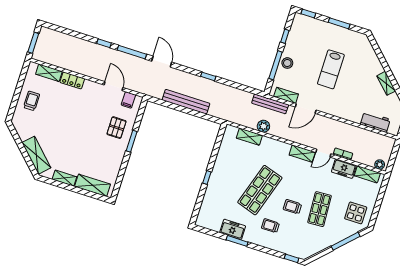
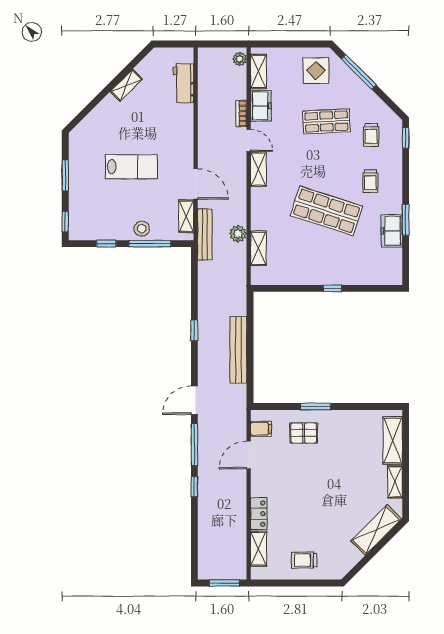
trolley: (292, 207) -> (371, 135), moved

